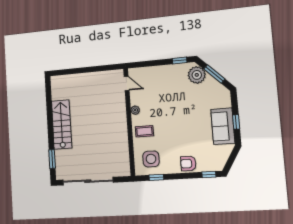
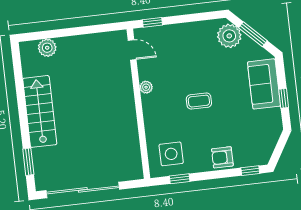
window: (180, 60) -> (152, 22), moved
plant: (69, 81) -> (47, 48), added
sofa: (223, 126) -> (264, 84), moved
coffee table: (144, 131) -> (199, 101), moved

